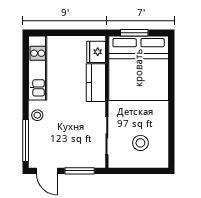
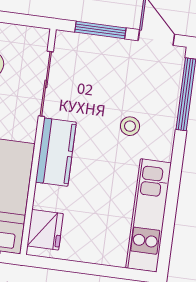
kitchen counter: (96, 83) -> (56, 152), moved
stool: (37, 115) -> (130, 126), moved

